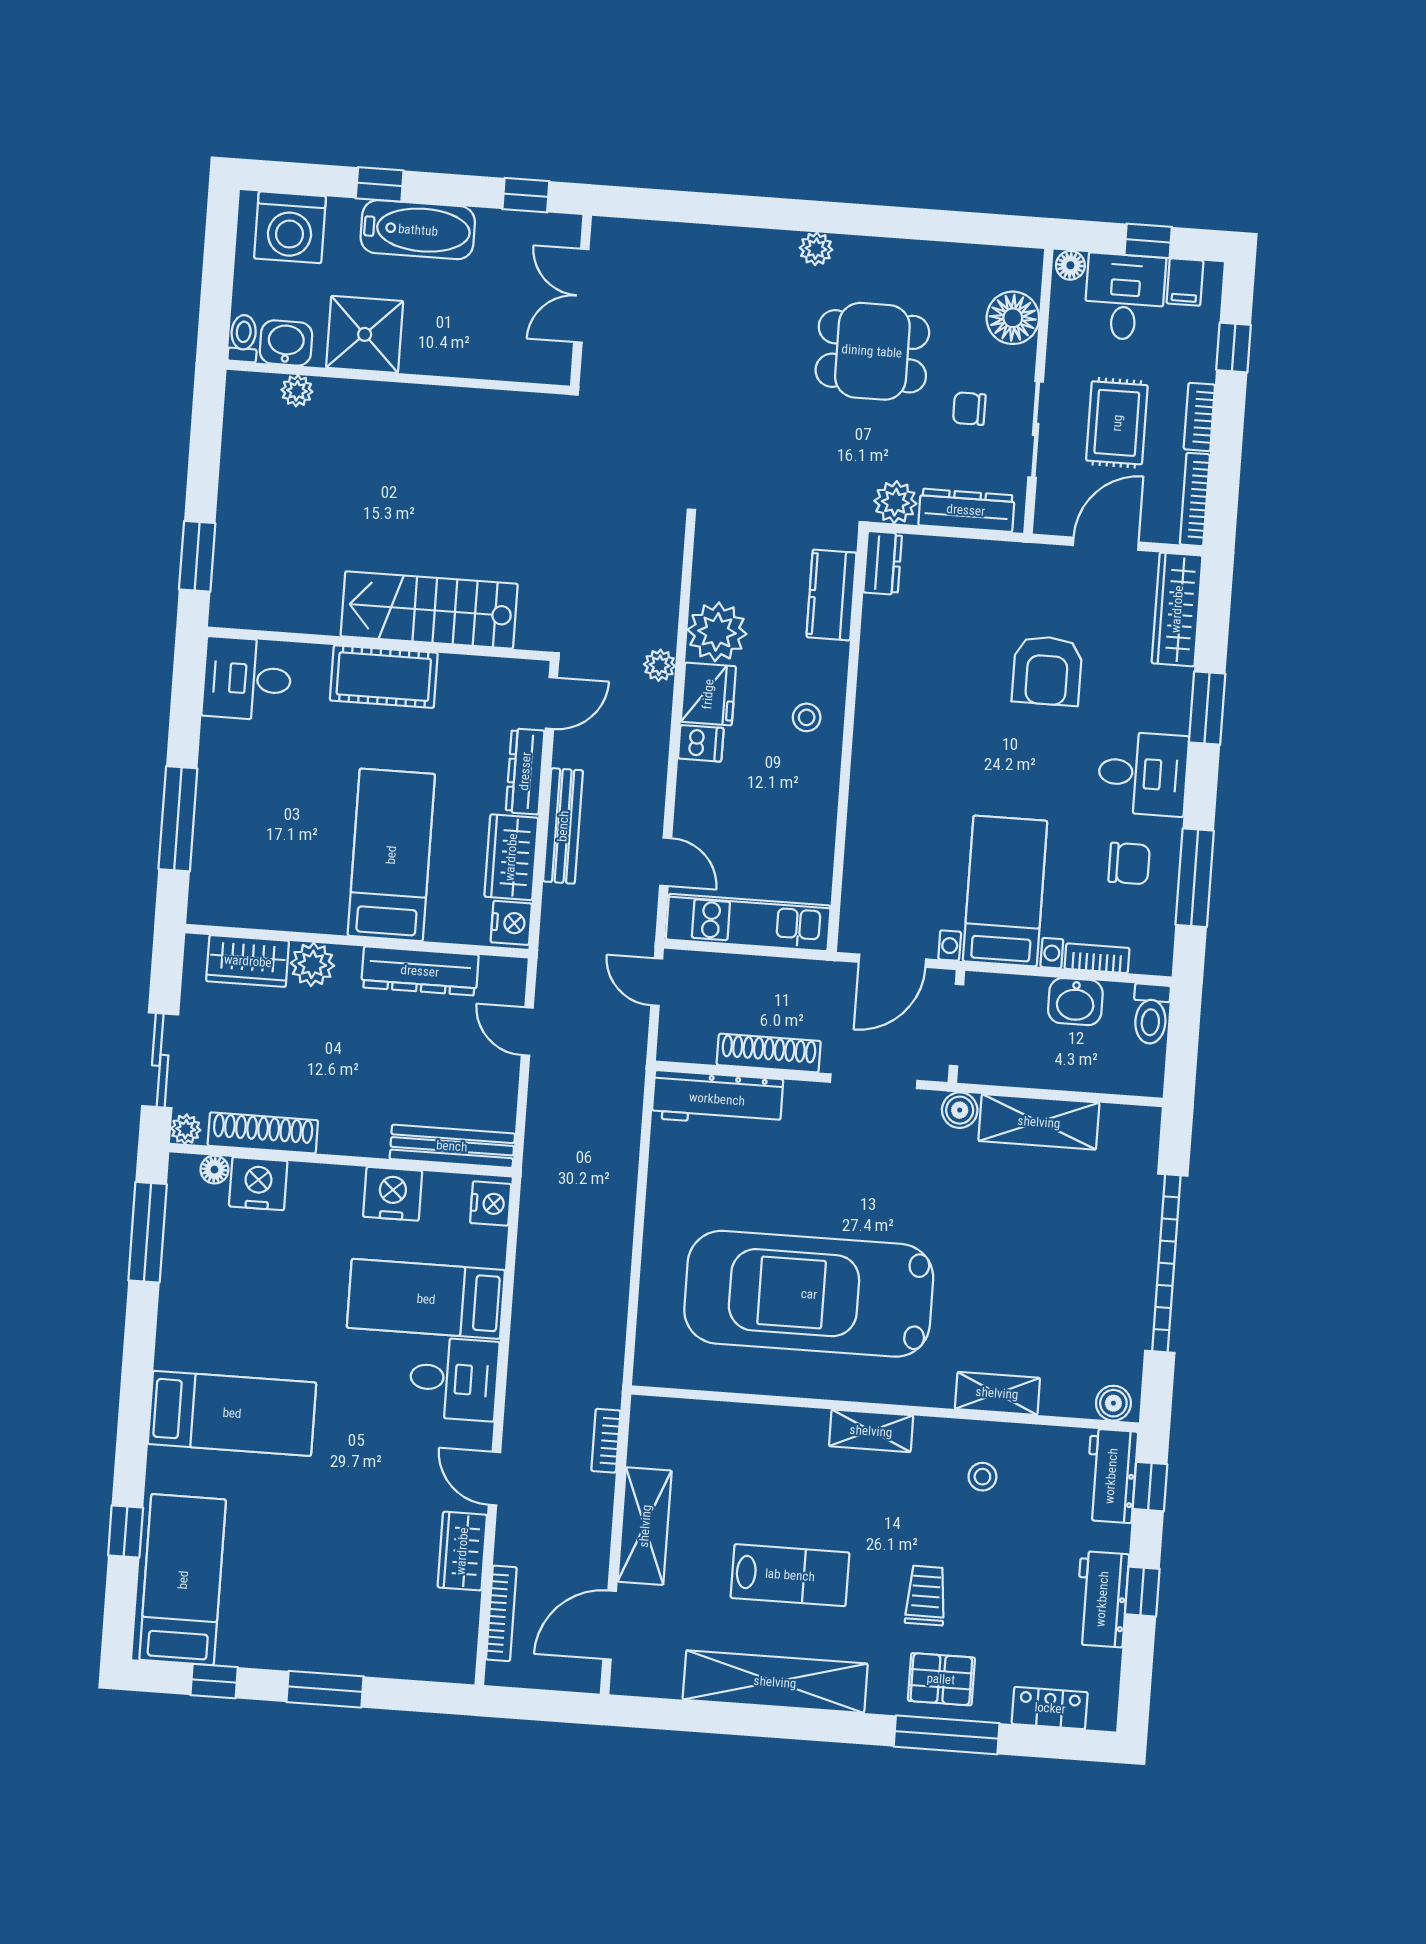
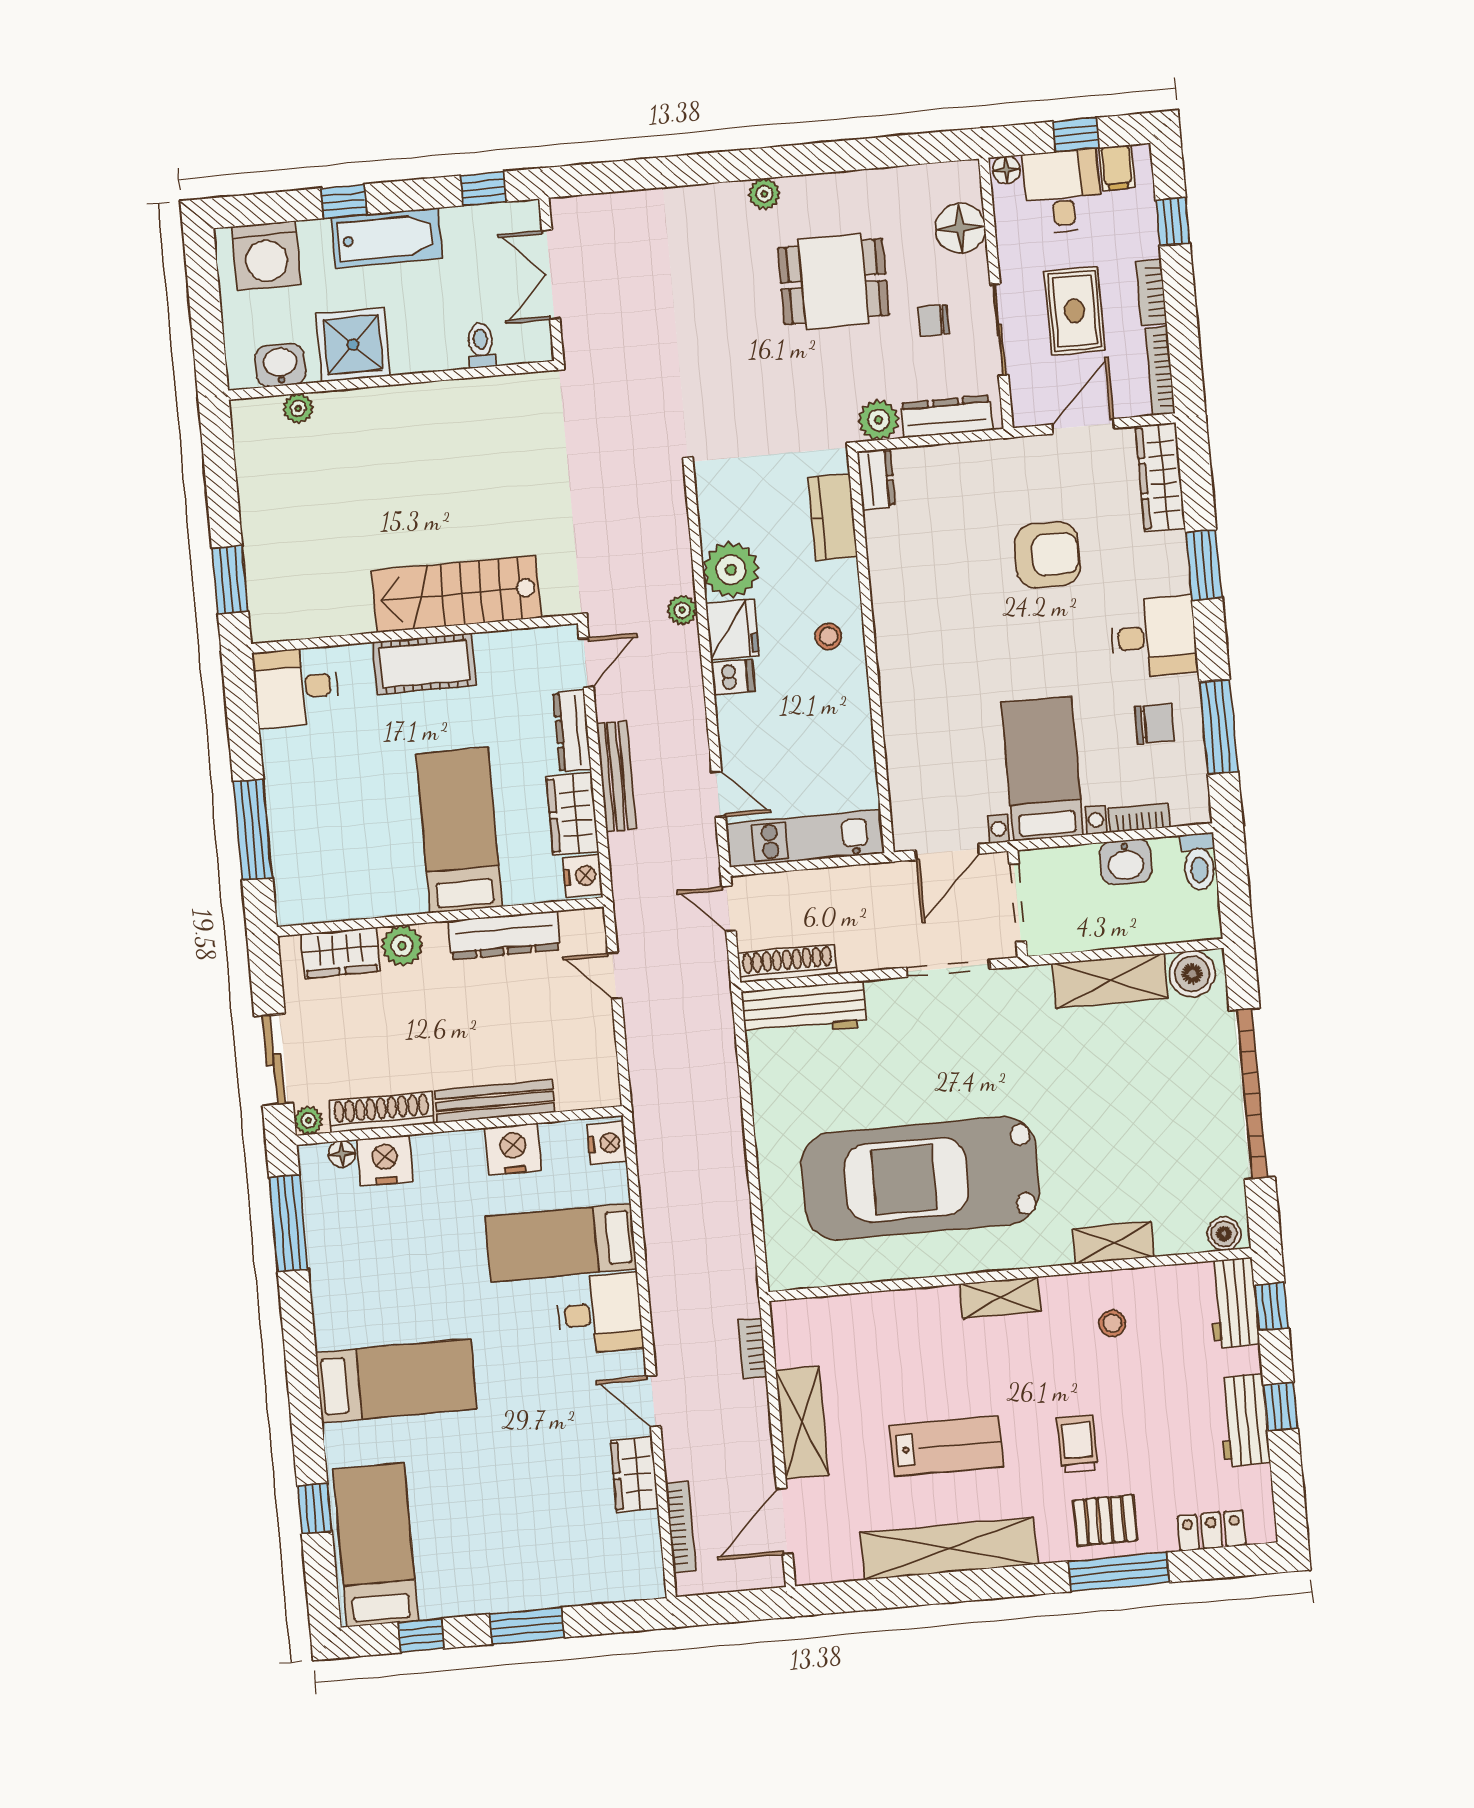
toilet: (243, 338) -> (481, 345), moved
armchair: (1047, 671) -> (1048, 555), turned -90
shoe rack: (769, 1053) -> (787, 963), moved
boiler: (960, 1110) -> (1192, 974), moved, width x1.36, depth x1.36
bench: (452, 1146) -> (495, 1101), moved

